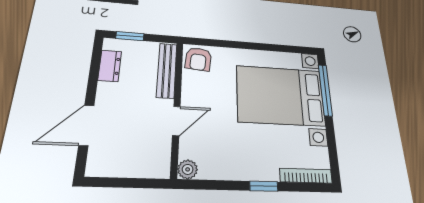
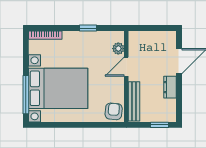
dresser: (110, 66) -> (170, 87), moved
plant: (188, 169) -> (118, 49), moved
window: (264, 186) -> (88, 28), moved

